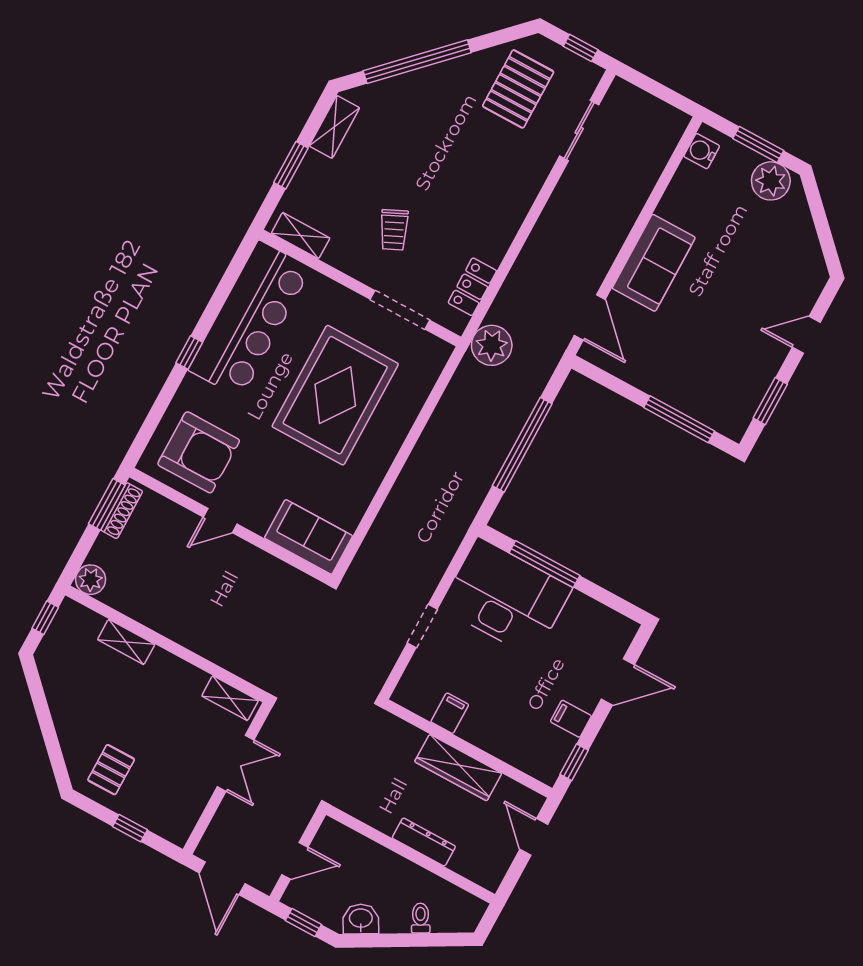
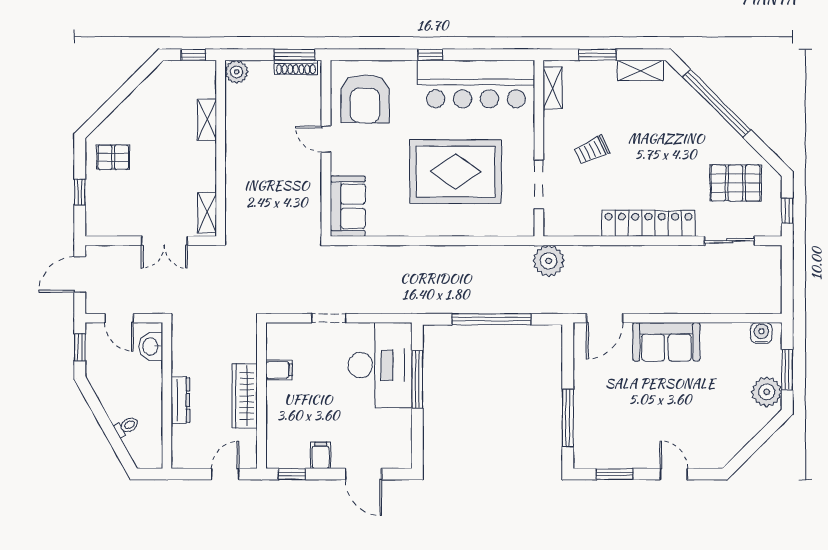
locker: (472, 287) -> (648, 223), moved, width x2.16, depth x1.21
washbasin: (361, 919) -> (151, 347), moved, turned -151

